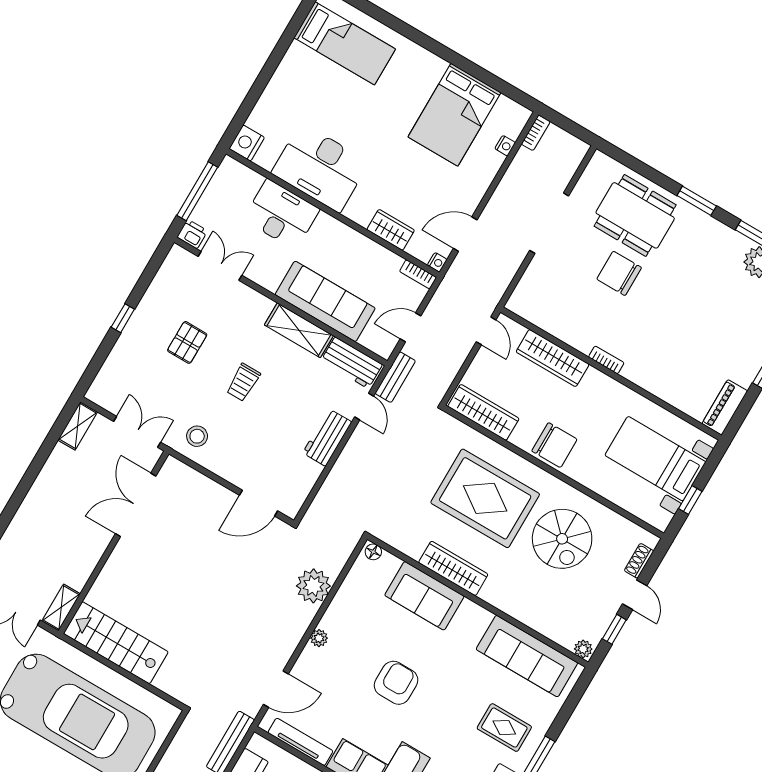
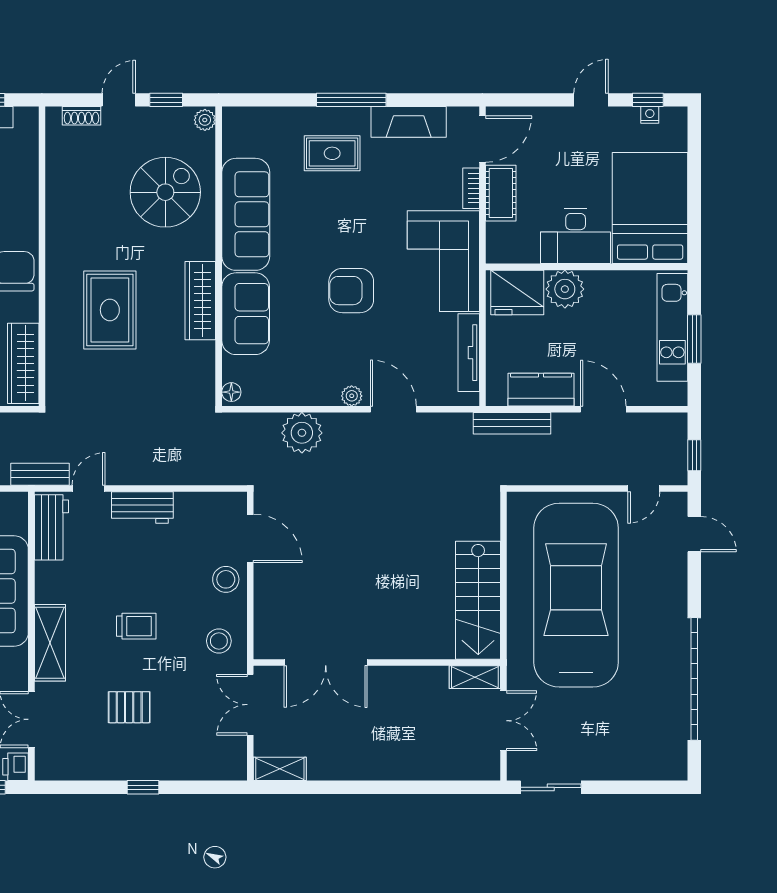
shelving: (299, 330) -> (50, 643), moved
stool: (239, 468) -> (226, 579), added
rug: (485, 498) -> (110, 310), width x0.73, depth x0.69
spiral stairs: (562, 539) -> (165, 192), moved
sofa: (527, 656) -> (246, 214), moved
door: (276, 689) -> (393, 409), moved
rug: (504, 728) -> (332, 153), turned 90

